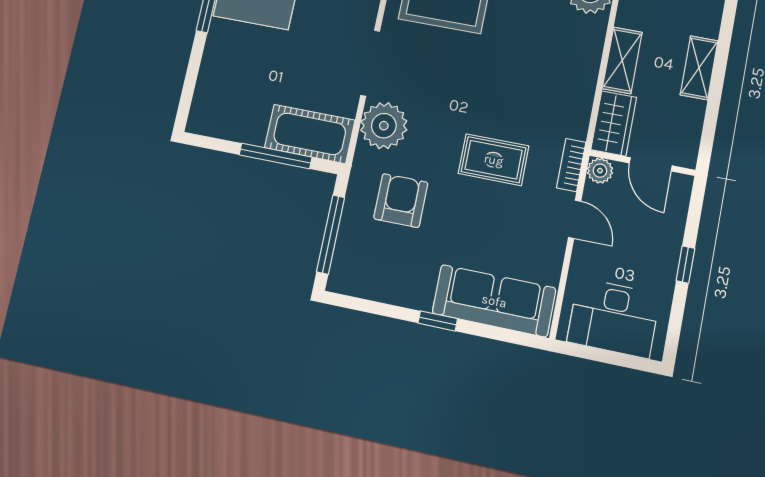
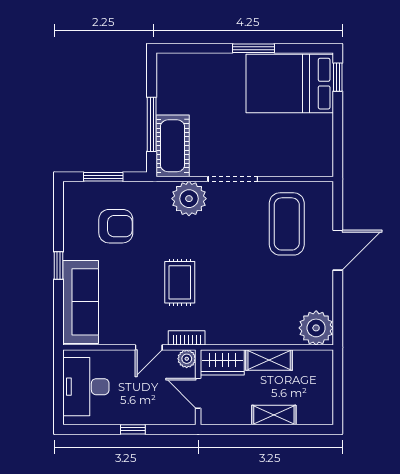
door: (651, 164) -> (198, 393), hinge flipped
armchair: (401, 201) -> (116, 226), moved
window: (331, 235) -> (103, 177), width x0.69

